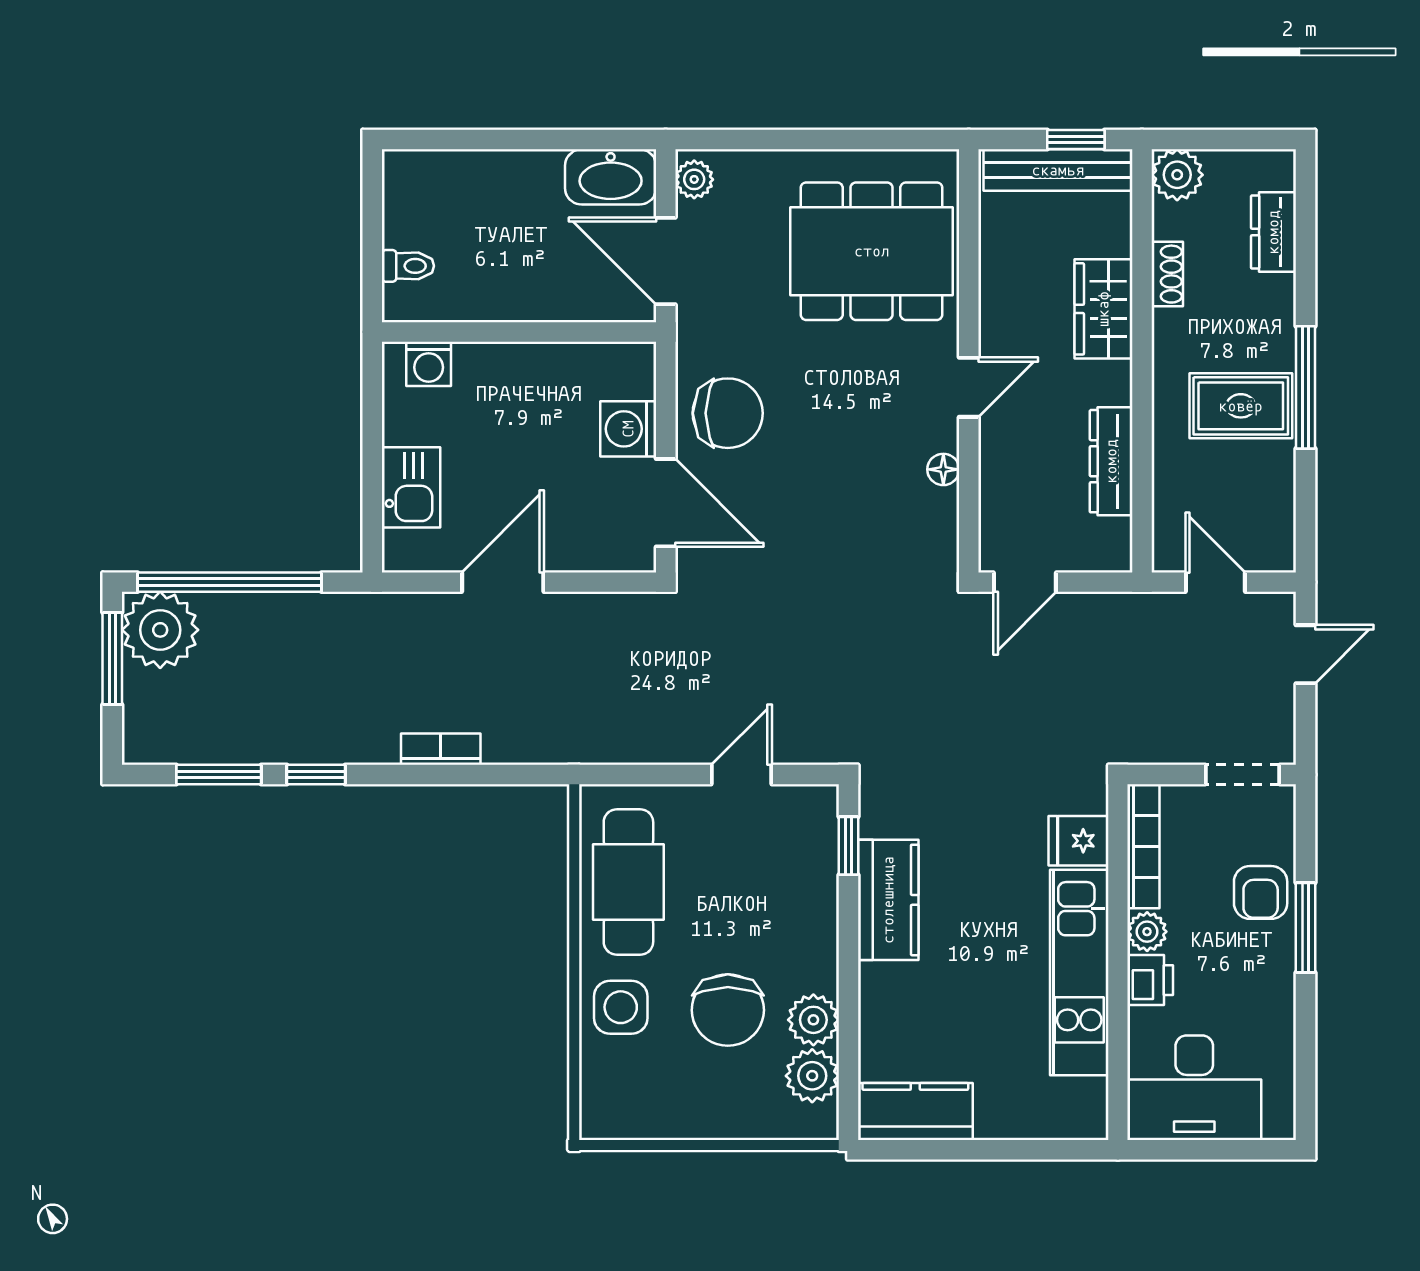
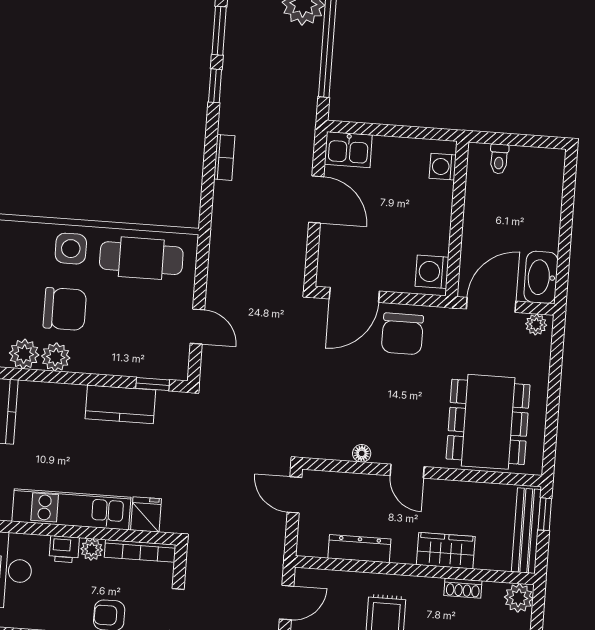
window: (1076, 140) -> (545, 514), moved
washing machine: (628, 429) -> (432, 272), moved, turned -90
kitchen sink: (411, 487) -> (348, 150), moved
chair: (728, 1010) -> (65, 309), turned 180

